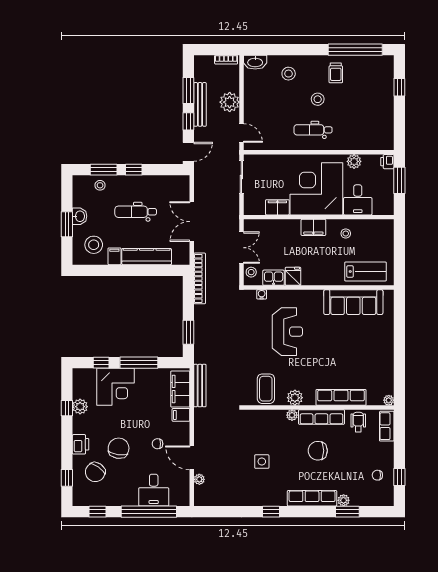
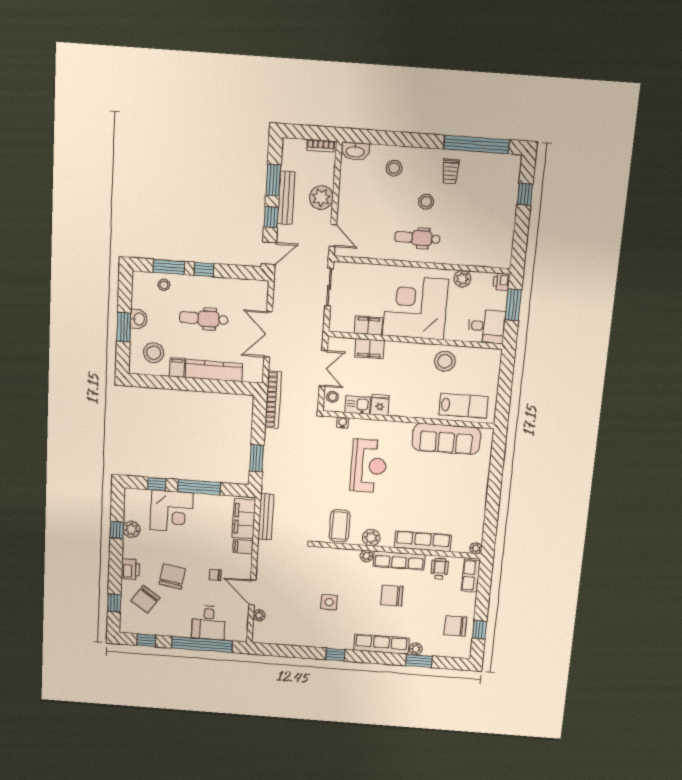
desk: (358, 200) -> (487, 326), moved, turned -90
filing cabinet: (313, 227) -> (369, 349), moved
stool: (346, 234) -> (445, 361), width x1.89, depth x1.89
chair: (377, 475) -> (455, 626), width x1.87, depth x1.87

